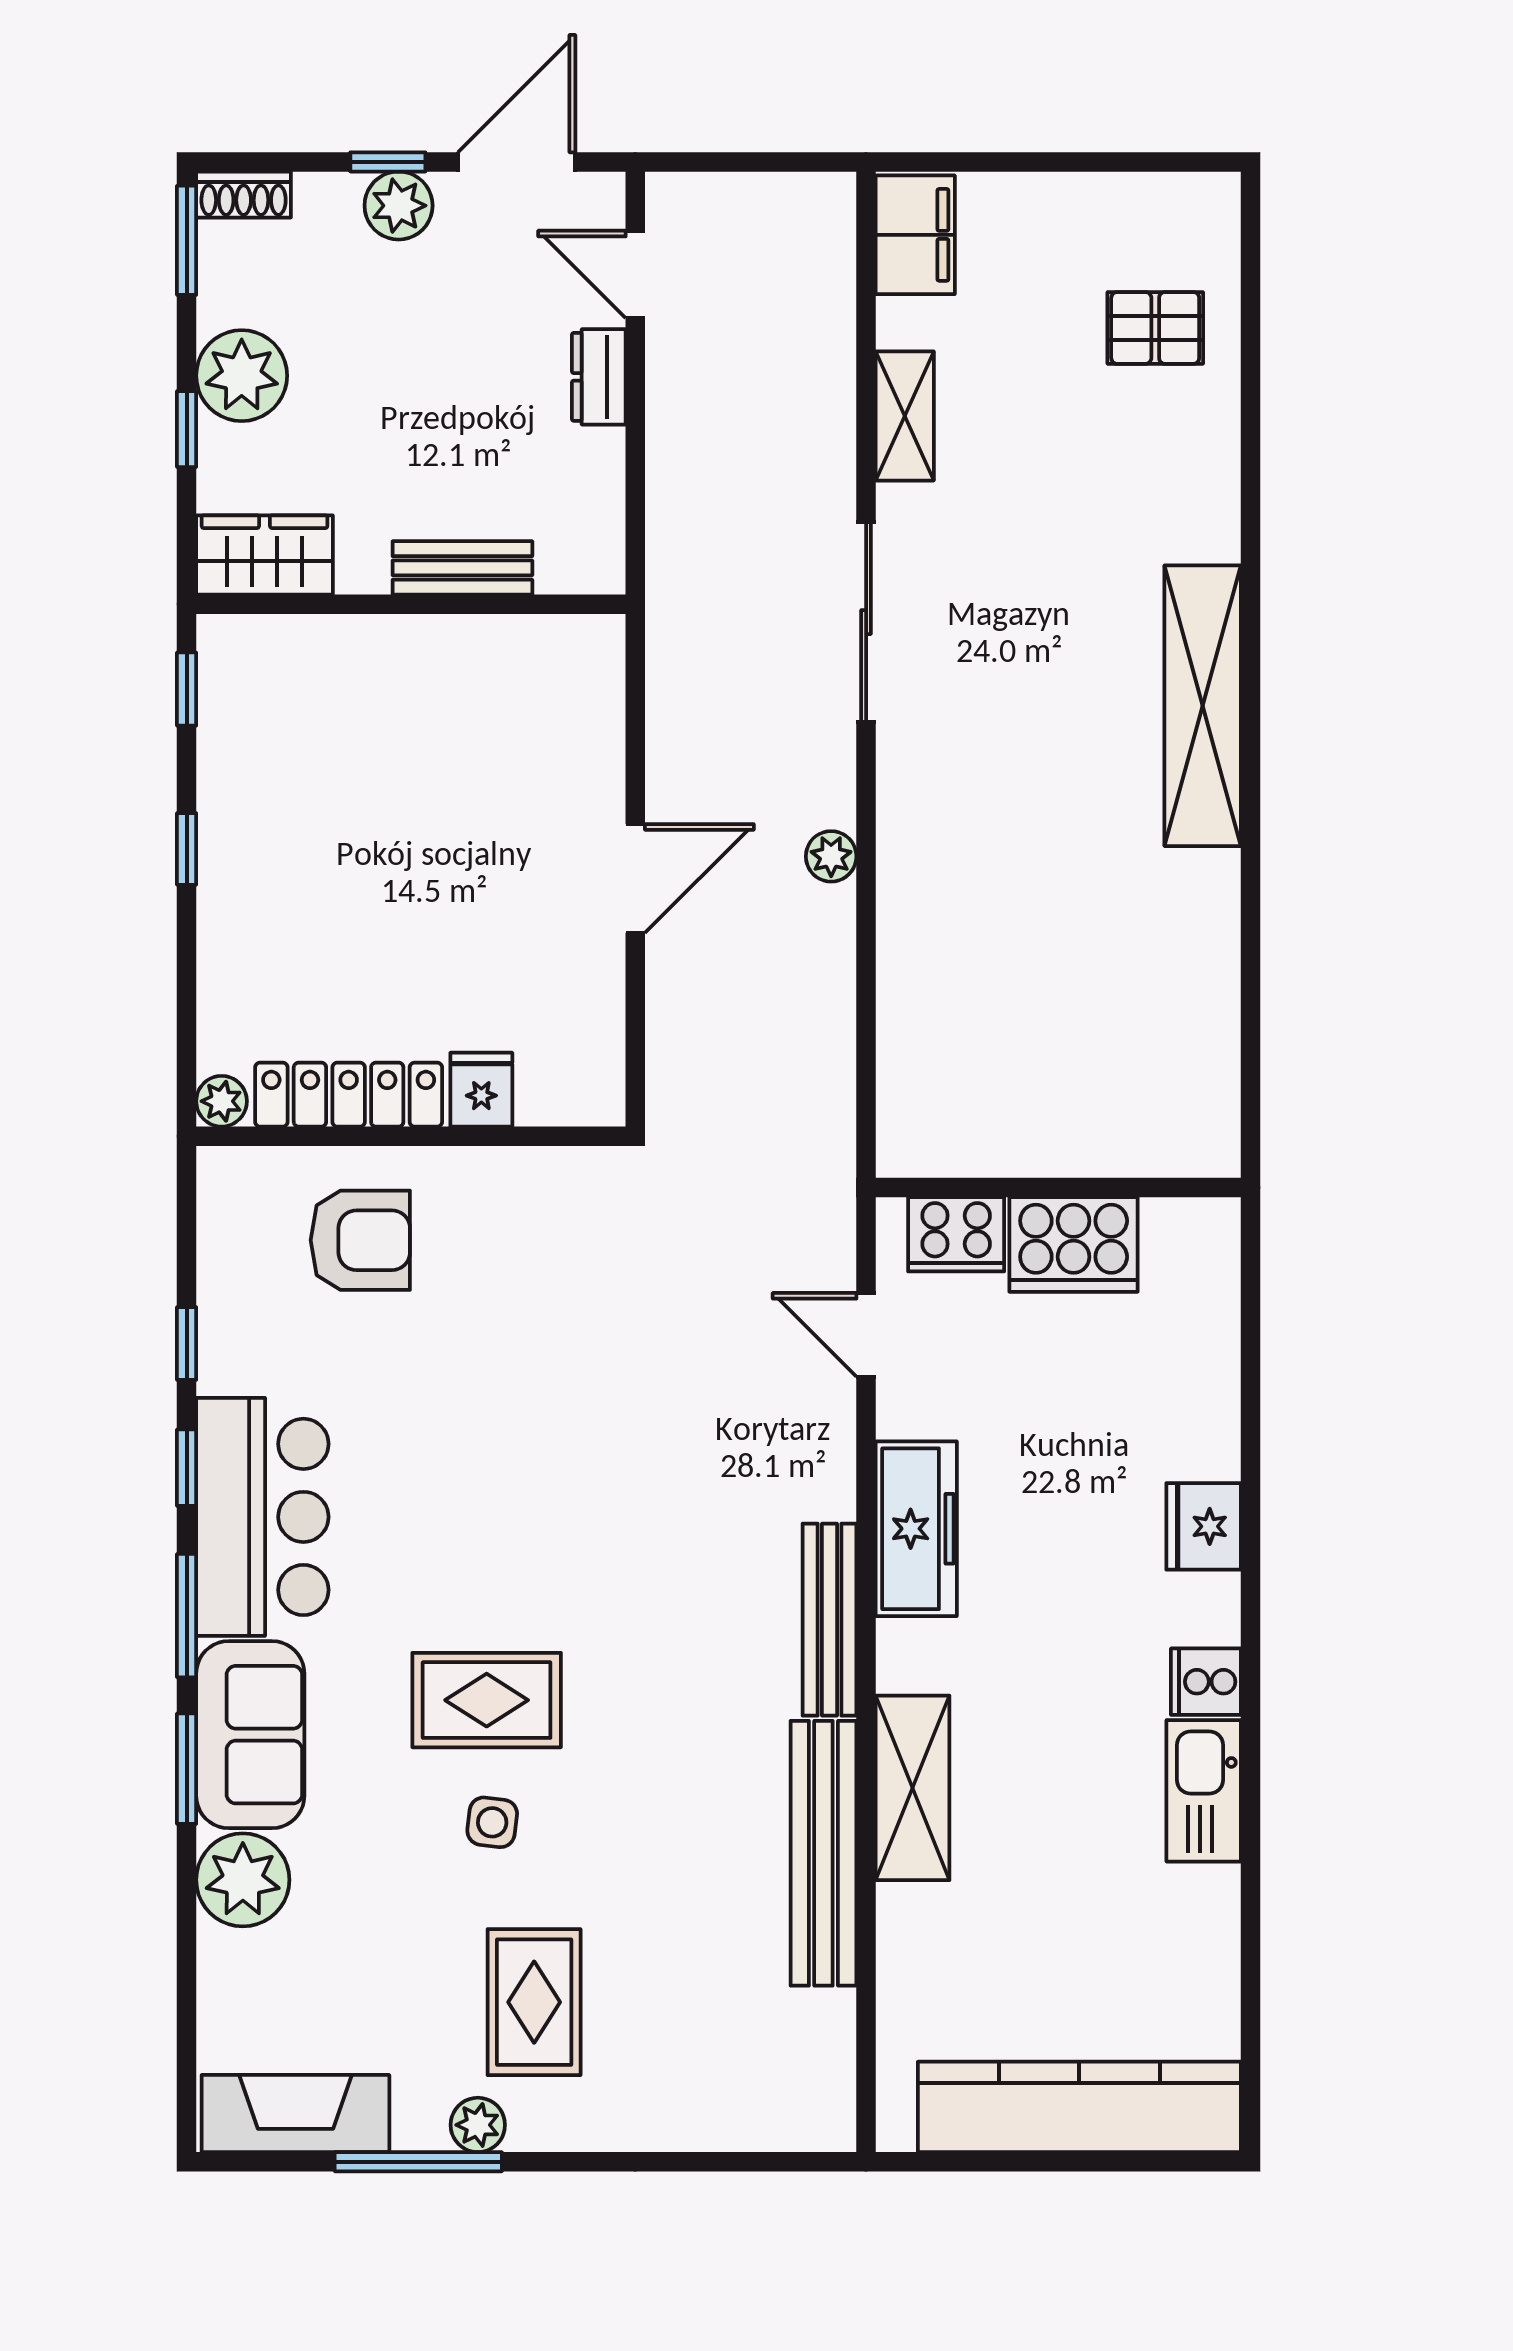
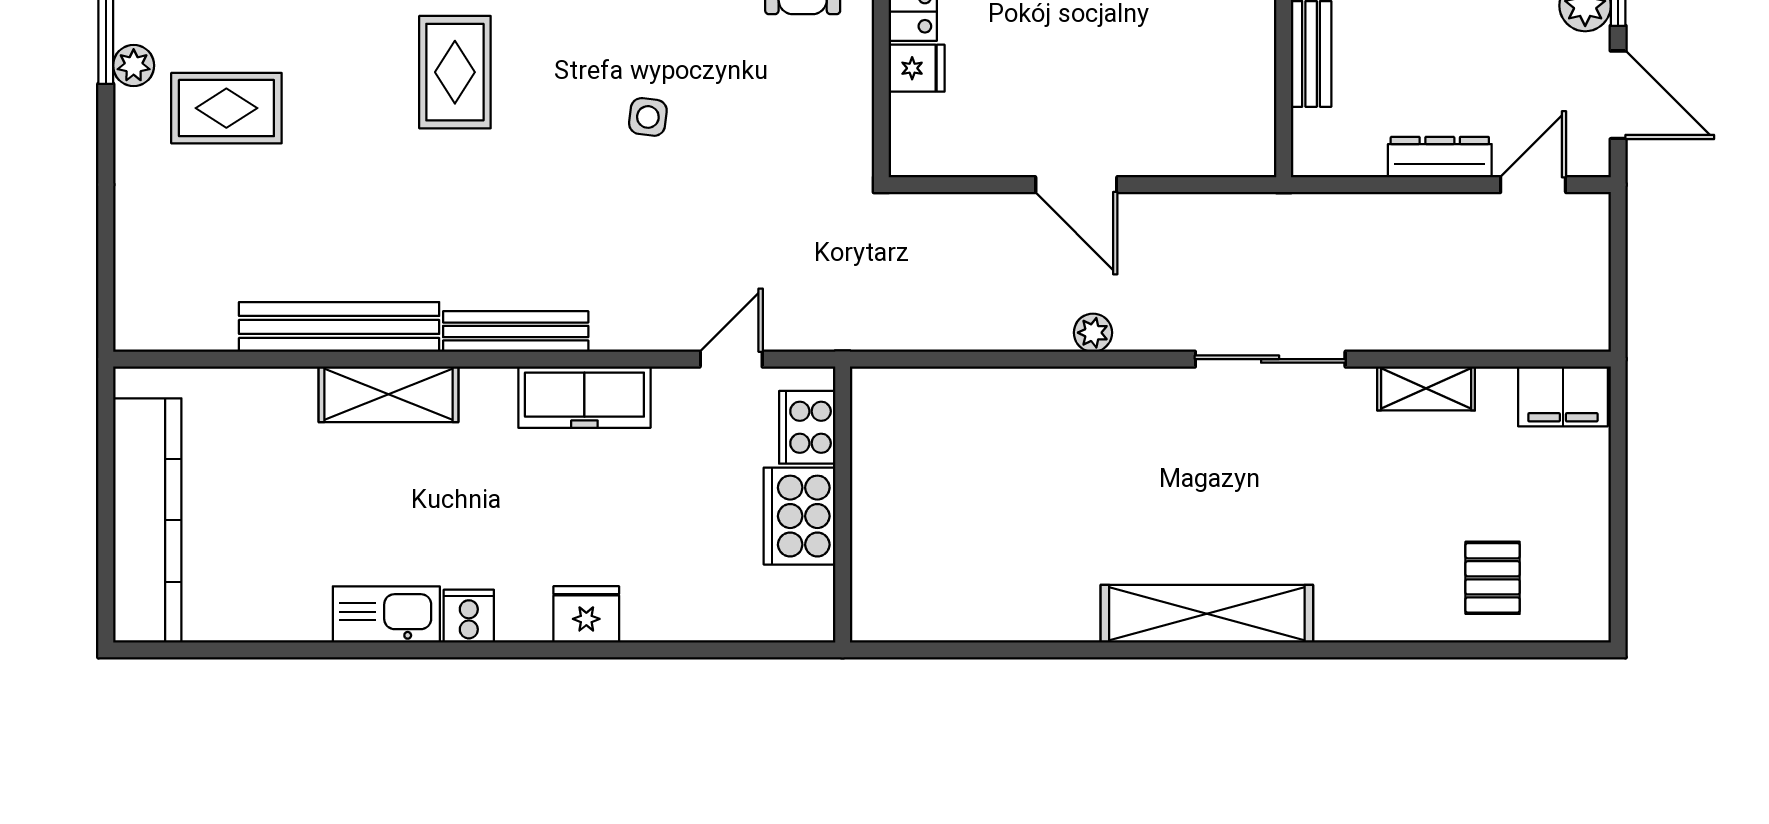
dresser: (599, 377) -> (1440, 157), width x1.44
side table: (492, 1822) -> (648, 117), moved

